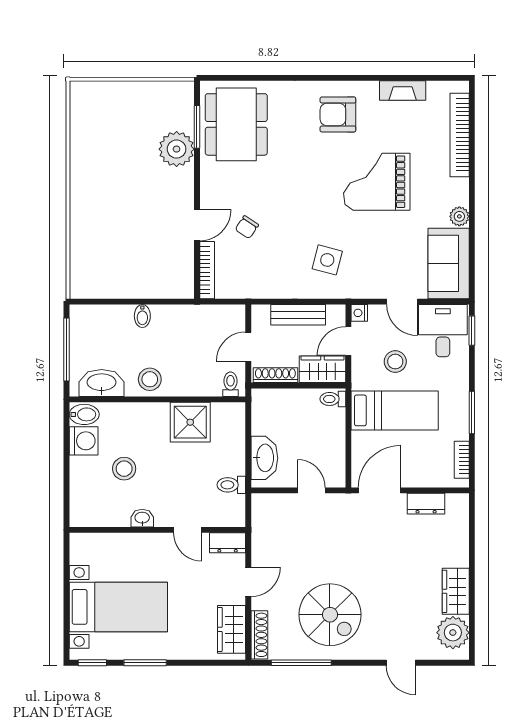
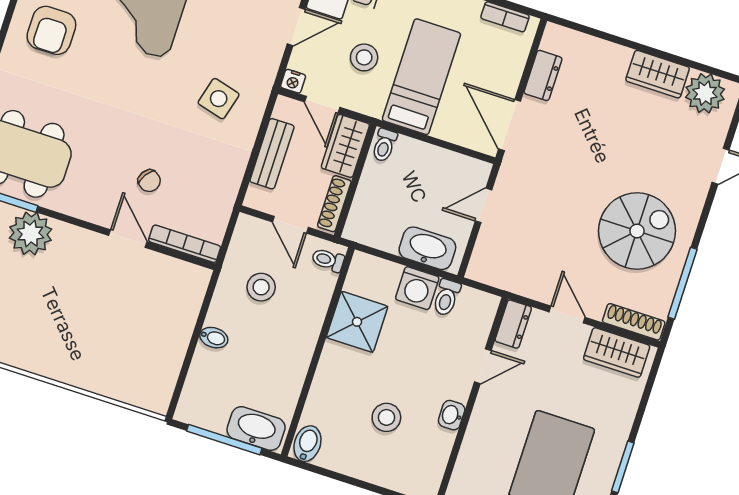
stool: (150, 379) -> (261, 287), moved
washbasin: (102, 383) -> (256, 429), moved, turned 90
washing machine: (84, 441) -> (417, 288), moved, turned 180

